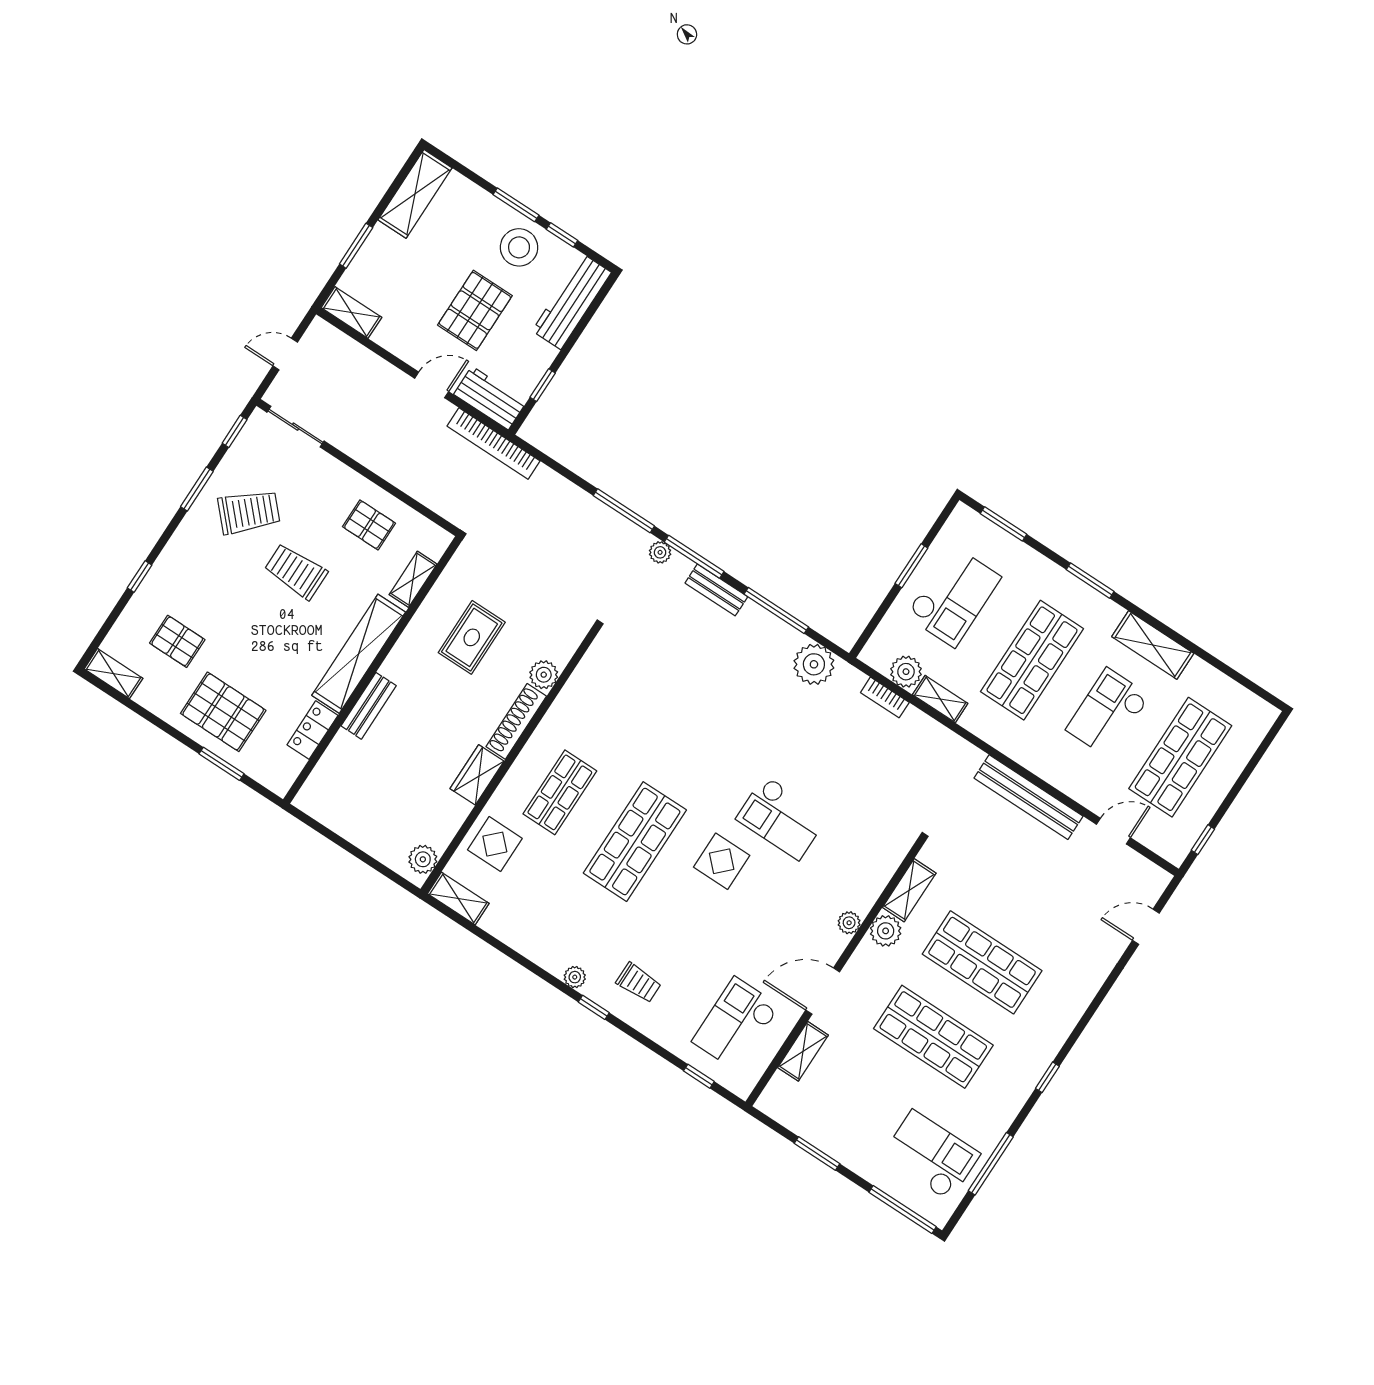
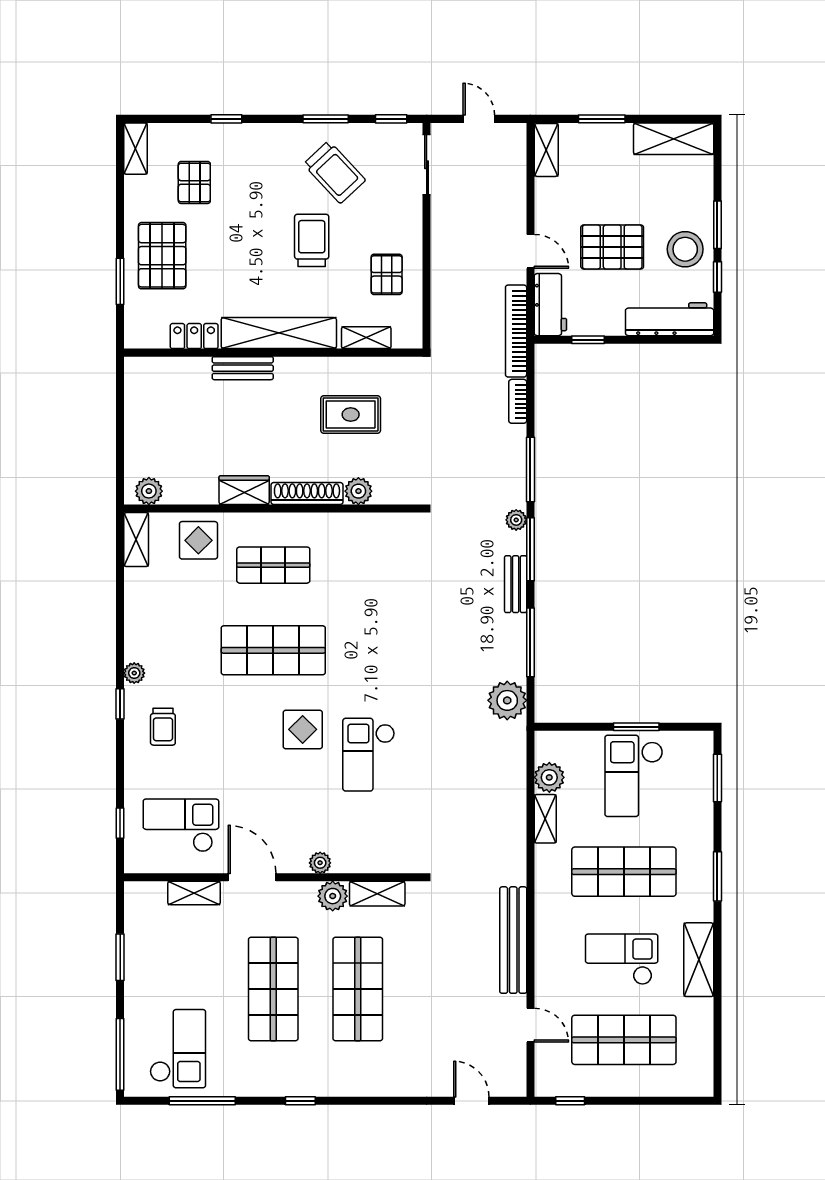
checkout: (953, 596) -> (634, 776), turned 90
bookcase: (885, 697) -> (518, 401), moved

